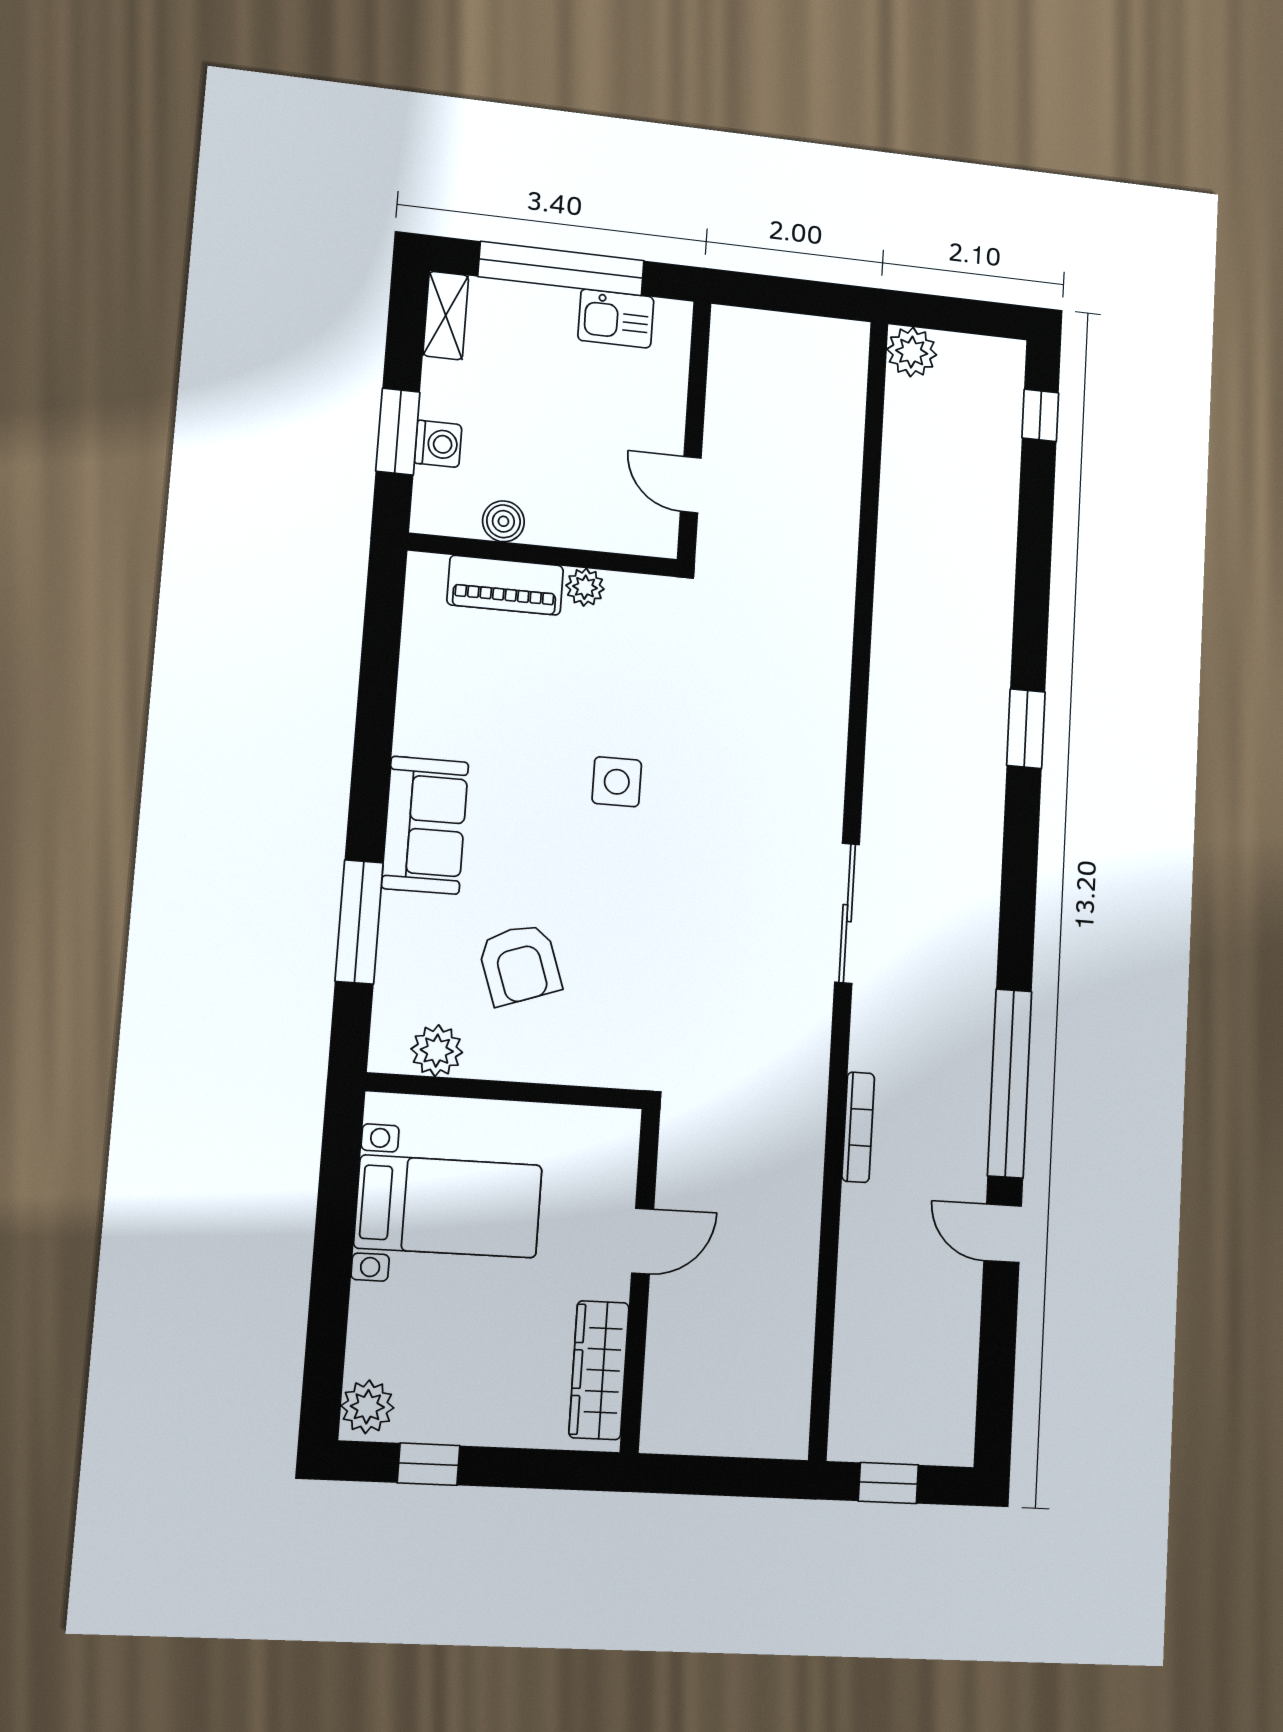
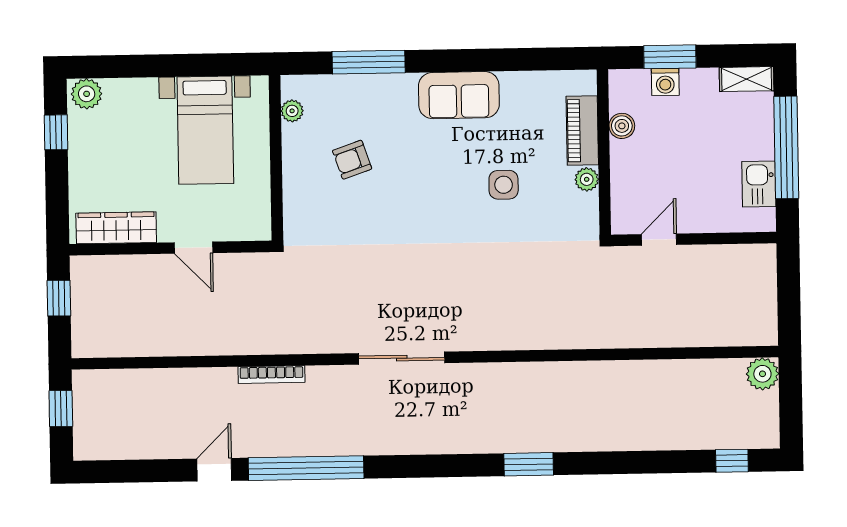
side table: (617, 782) -> (504, 185), moved
sofa: (425, 825) -> (459, 95), moved
armchair: (520, 964) -> (352, 160), width x0.72, depth x0.72
plant: (437, 1051) -> (292, 111), width x0.73, depth x0.73
window: (708, 1476) -> (59, 298), added

